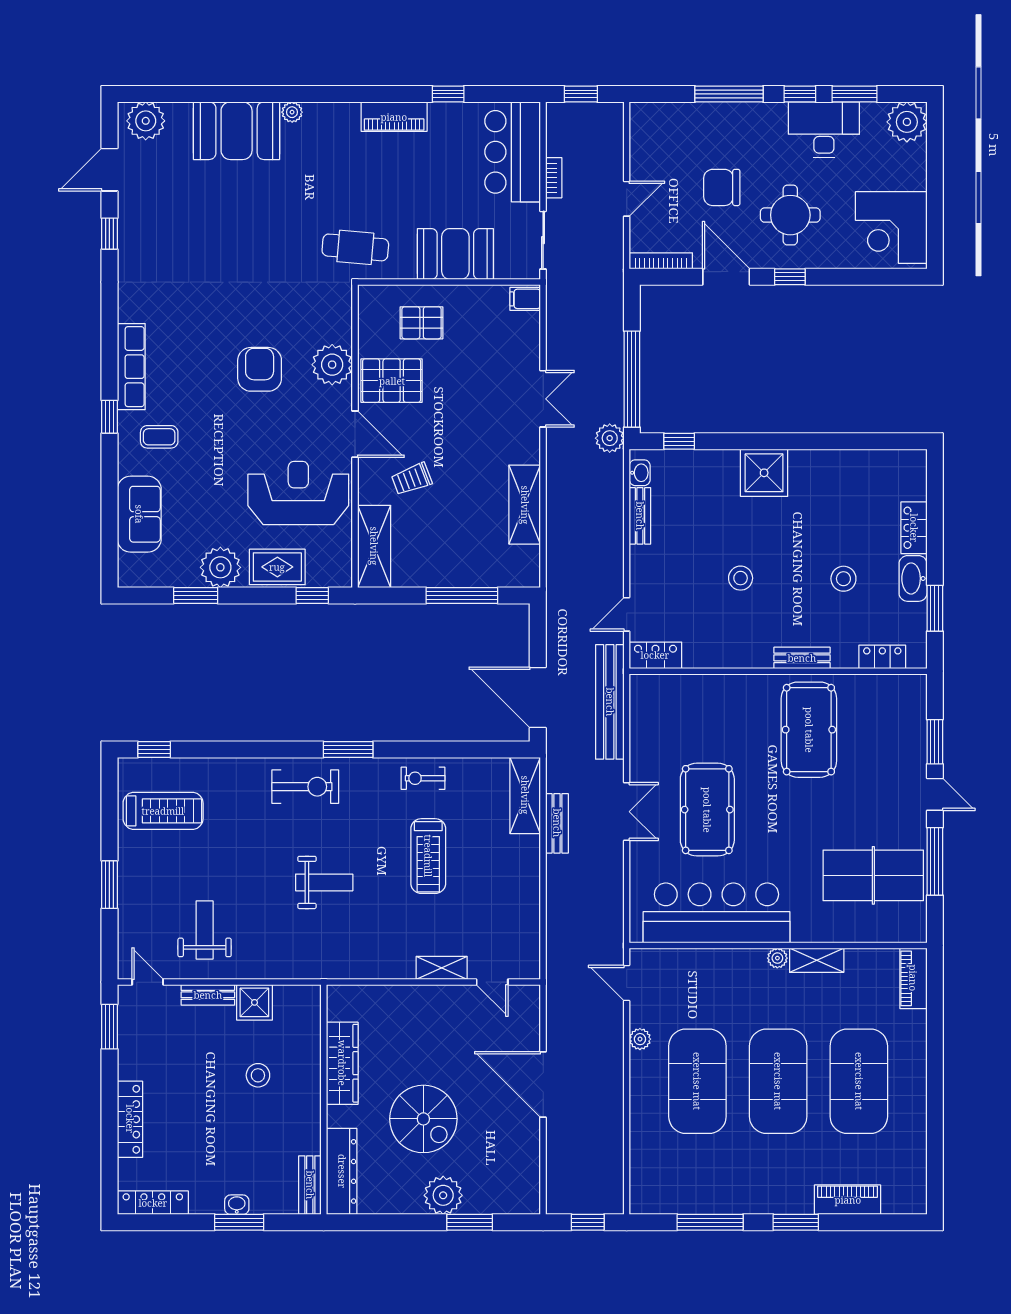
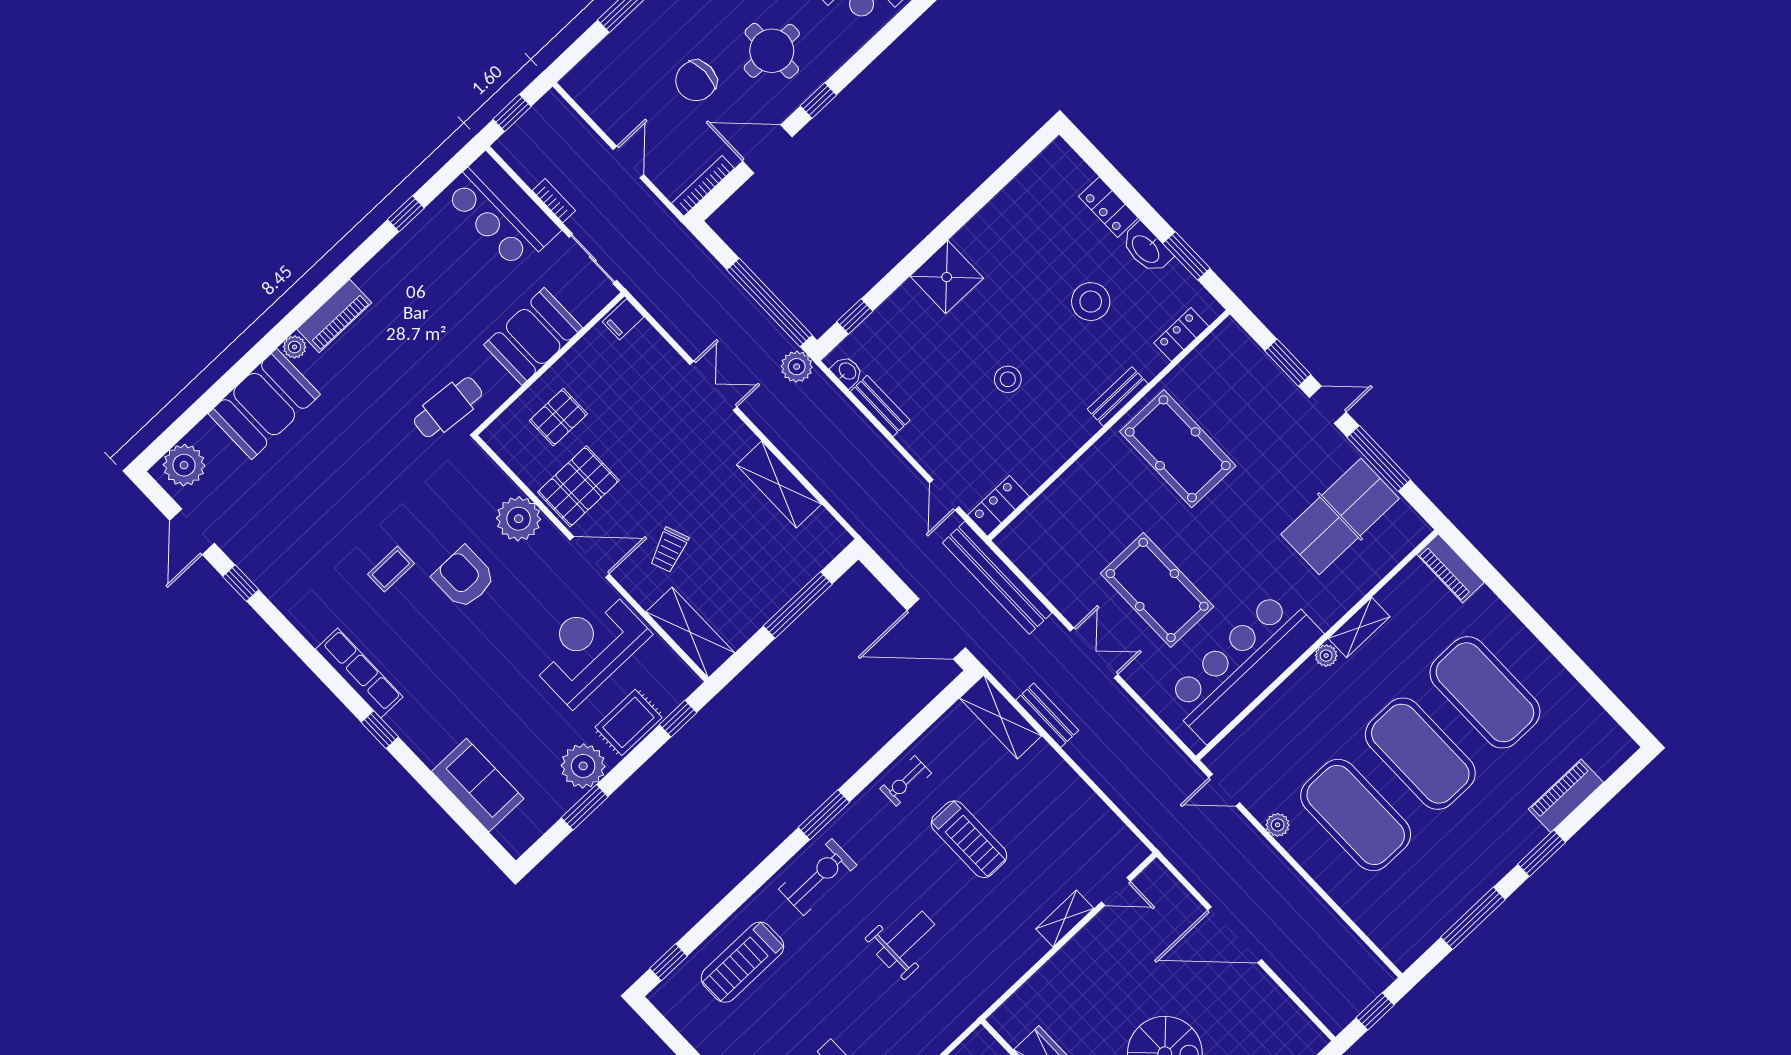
piano: (394, 117) -> (334, 316), moved
coffee table: (159, 437) -> (391, 569), moved
stool: (843, 579) -> (1091, 302), width x1.38, depth x1.38
treadmill: (163, 811) -> (742, 962), moved, turned 180

